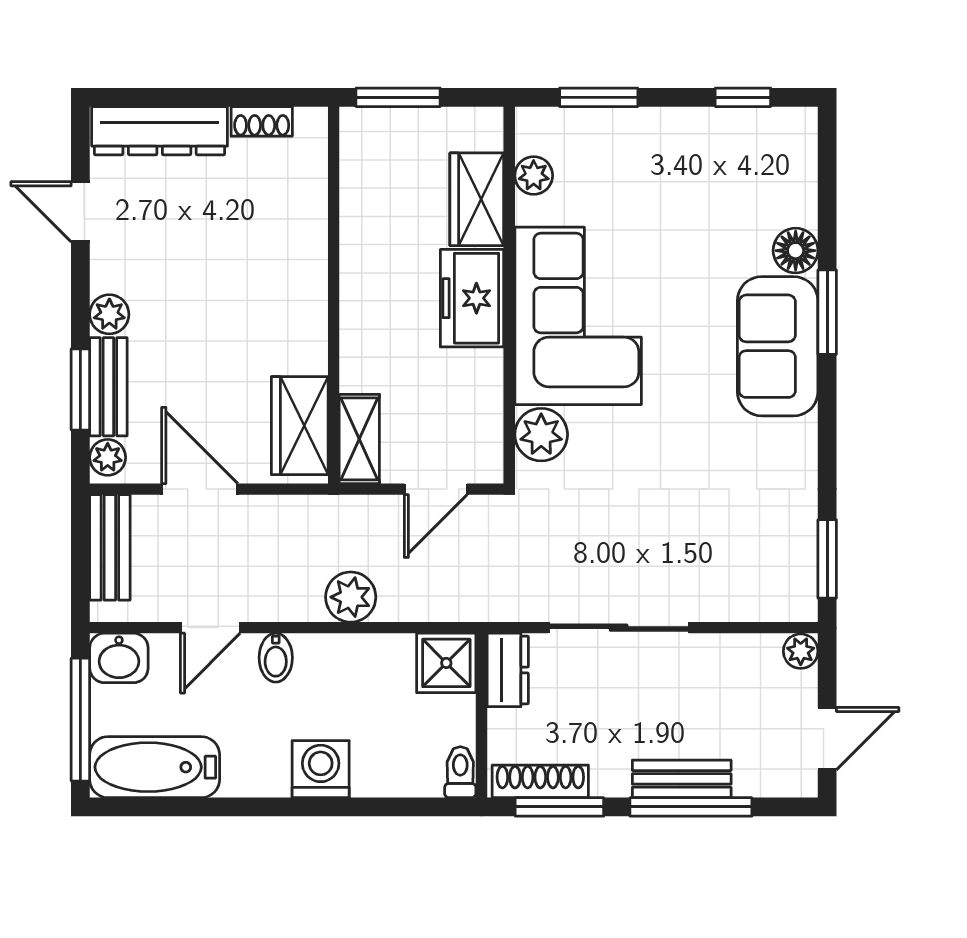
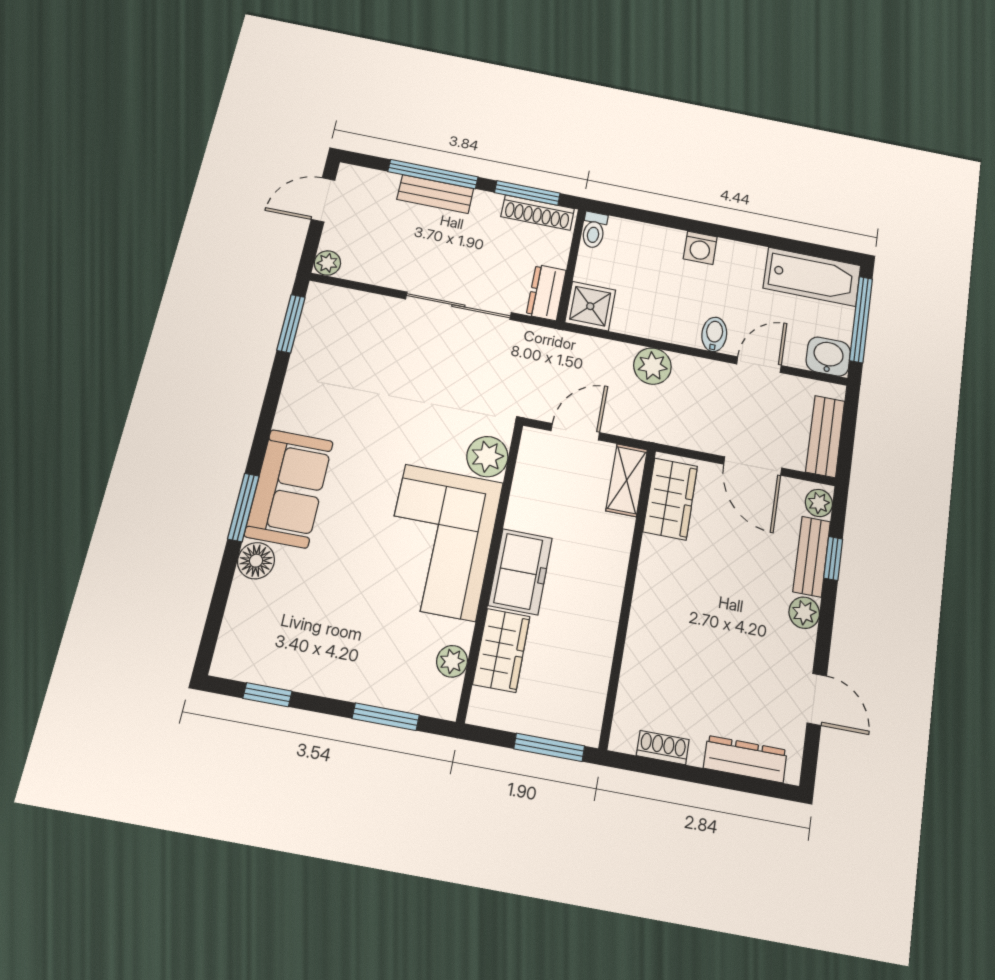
dresser: (160, 131) -> (745, 759), width x0.73, depth x0.80
window: (80, 389) -> (833, 558), width x0.67
washing machine: (321, 769) -> (700, 248), width x0.73, depth x0.73

